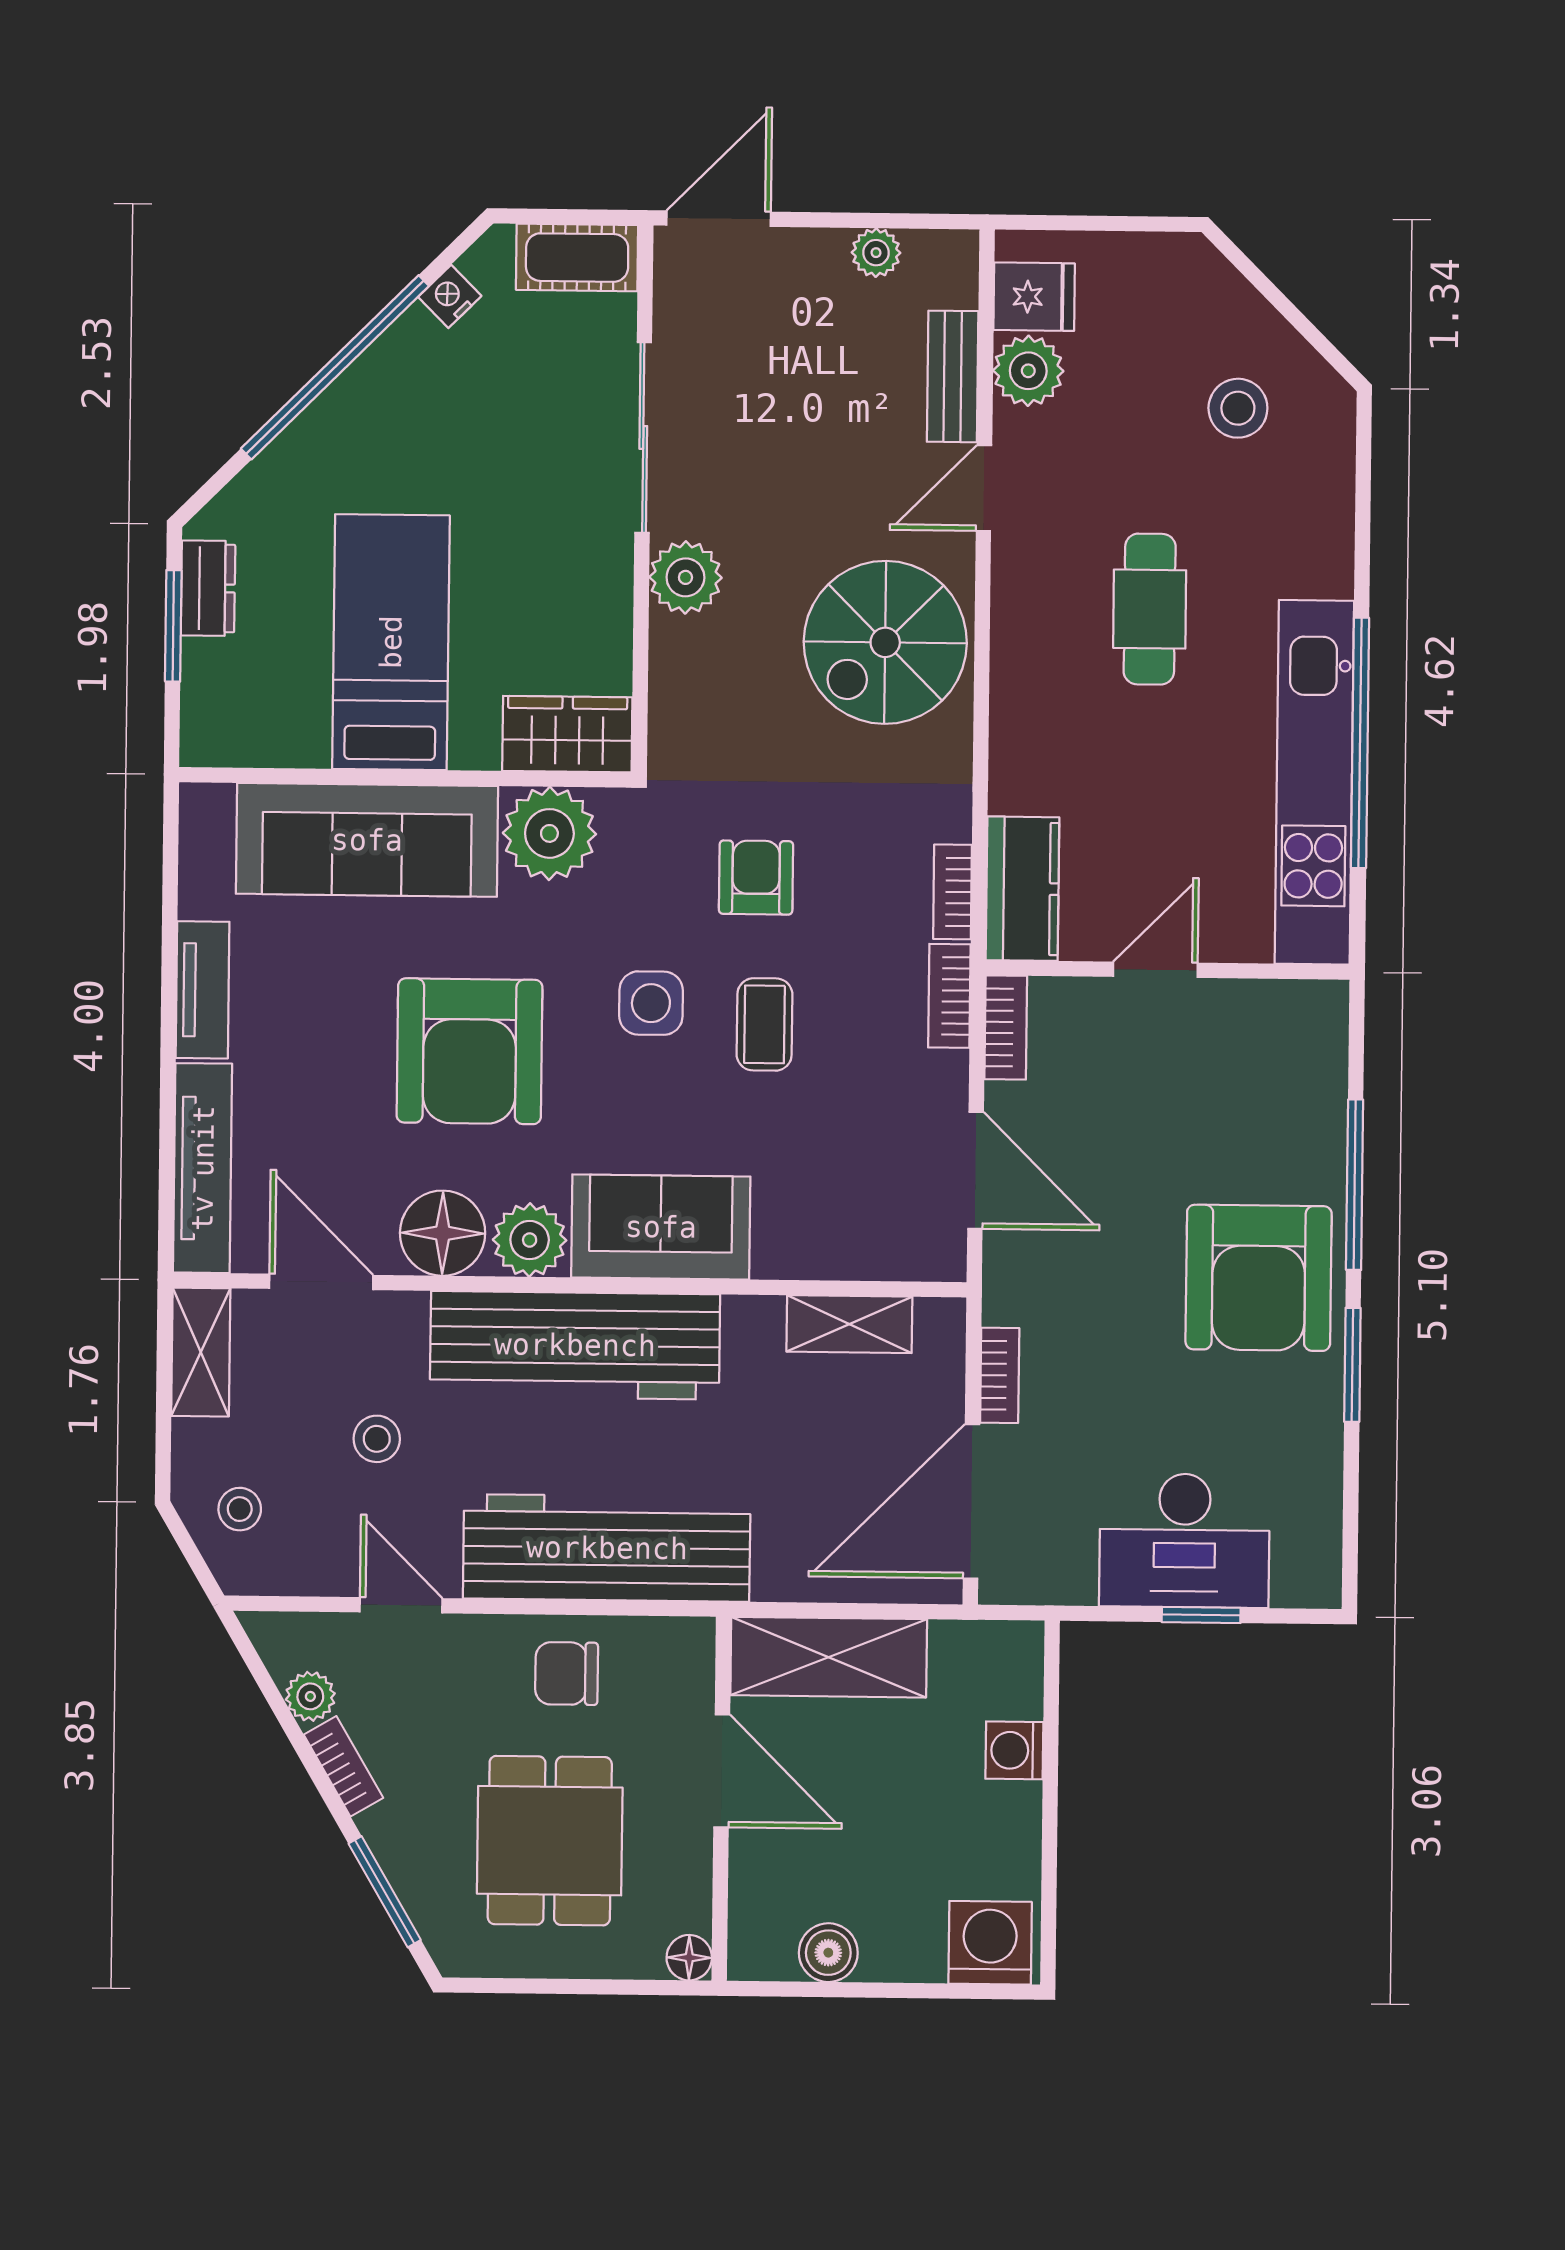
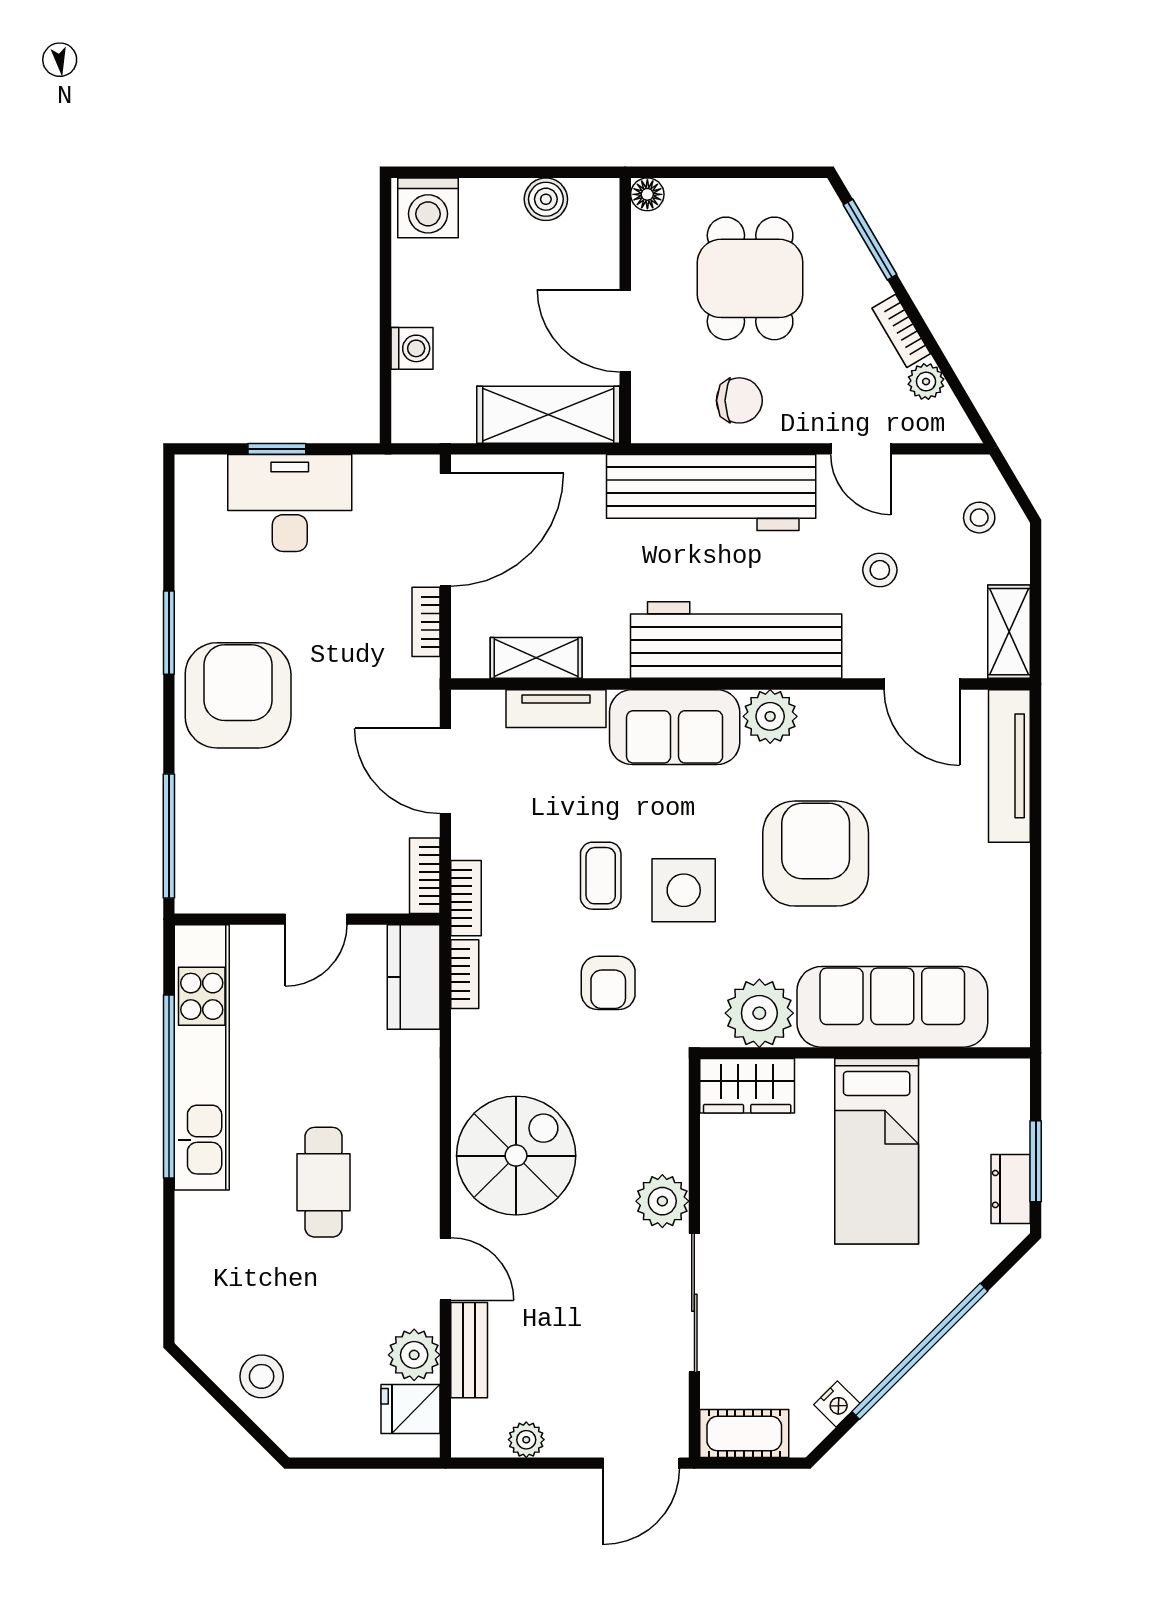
stool: (1238, 408) -> (262, 1376), moved
door: (984, 488) -> (445, 1269), hinge flipped
tv unit: (203, 990) -> (556, 709), moved, turned -90
side table: (651, 1003) -> (684, 890), width x1.37, depth x1.37
window: (1355, 1185) -> (169, 836), moved
floor lamp: (443, 1233) -> (834, 721), removed

